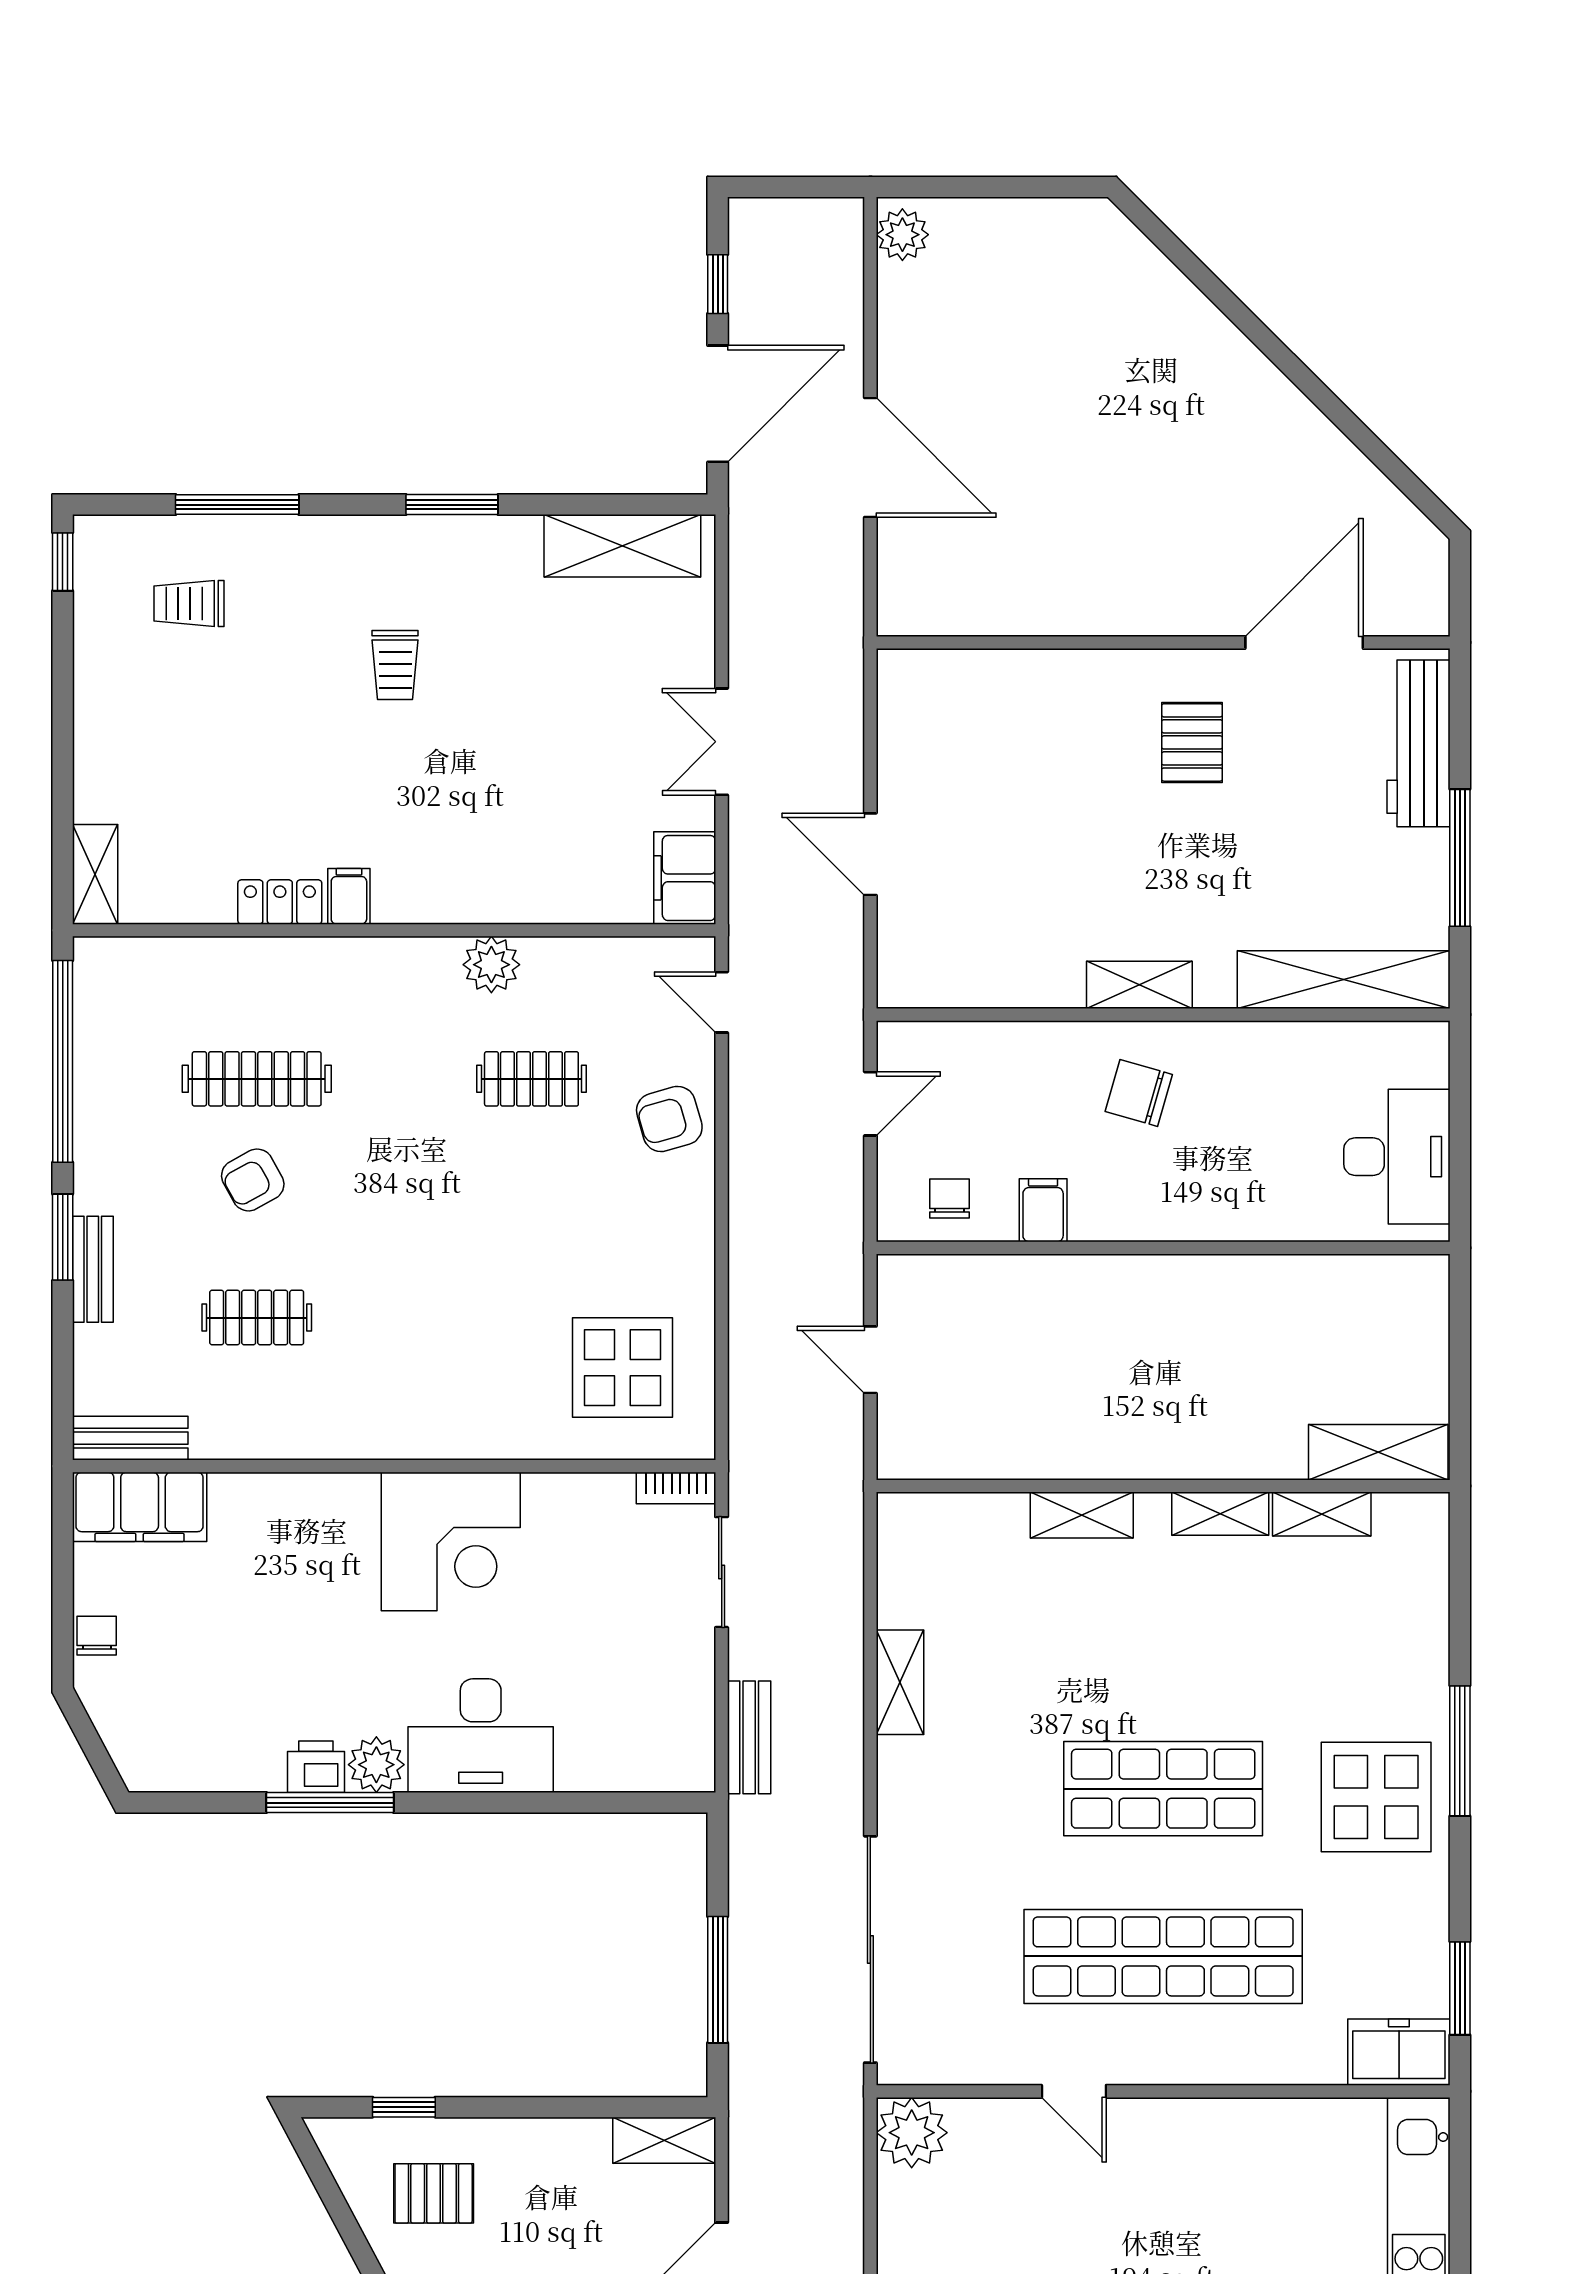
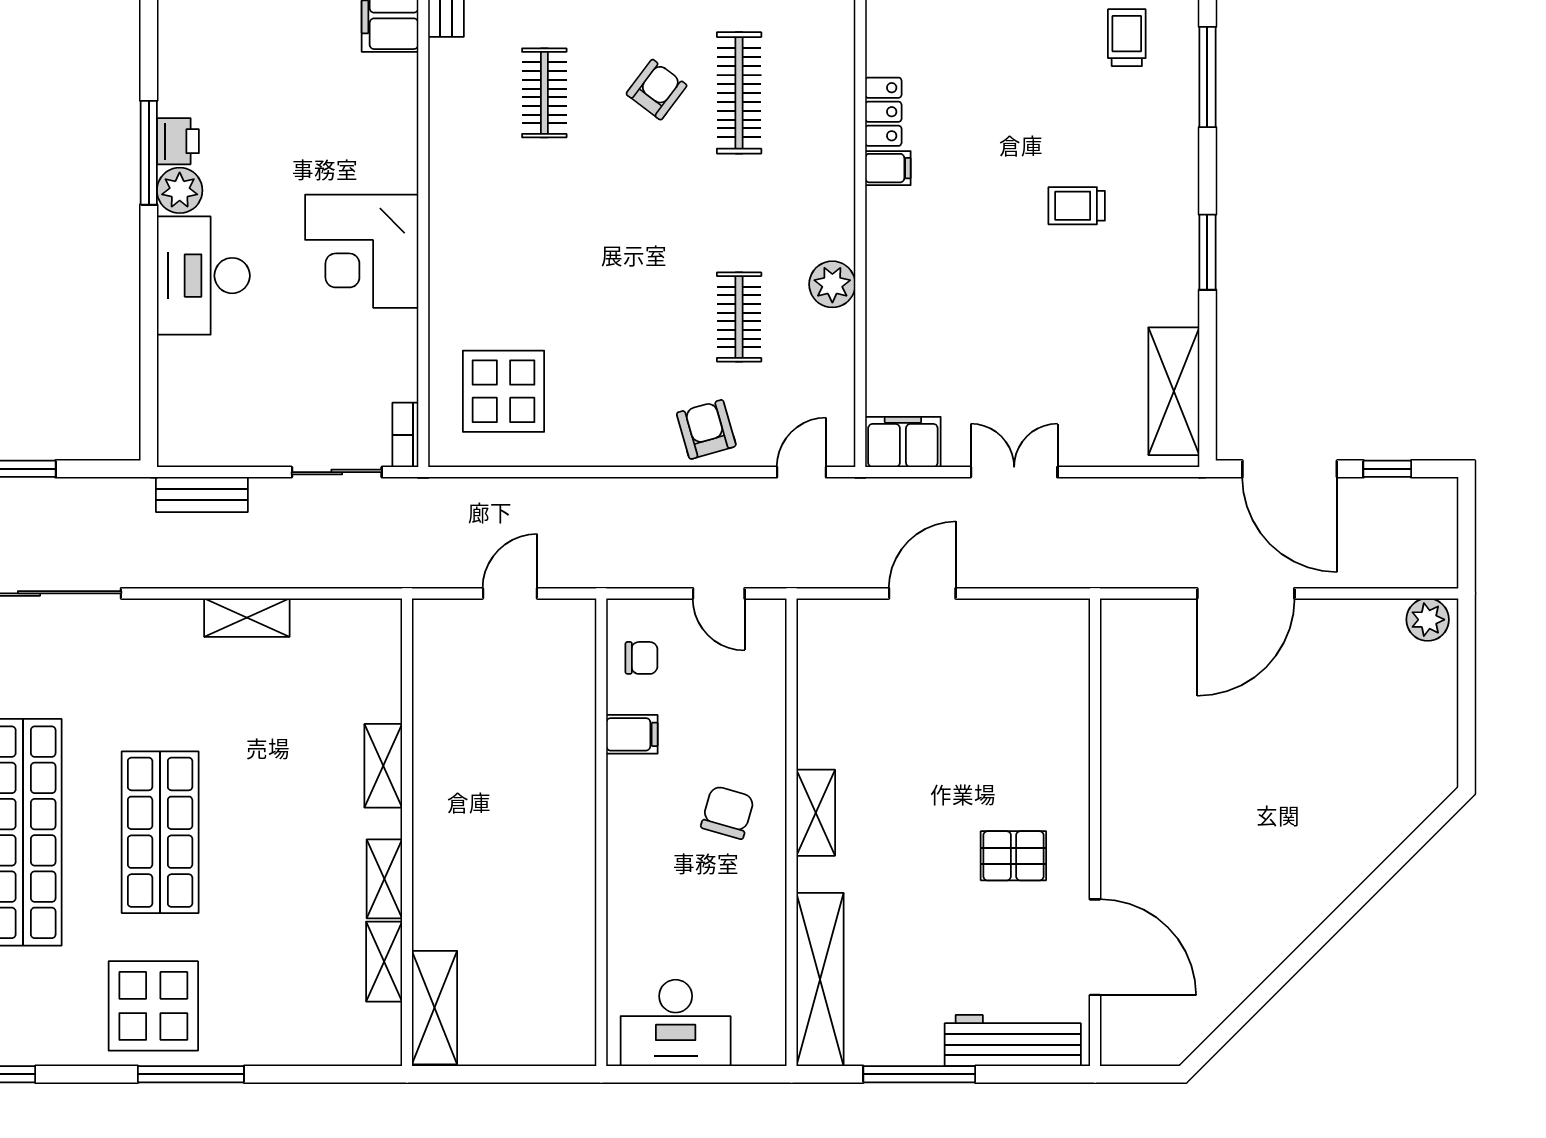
armchair: (253, 1180) -> (657, 90), turned 66

